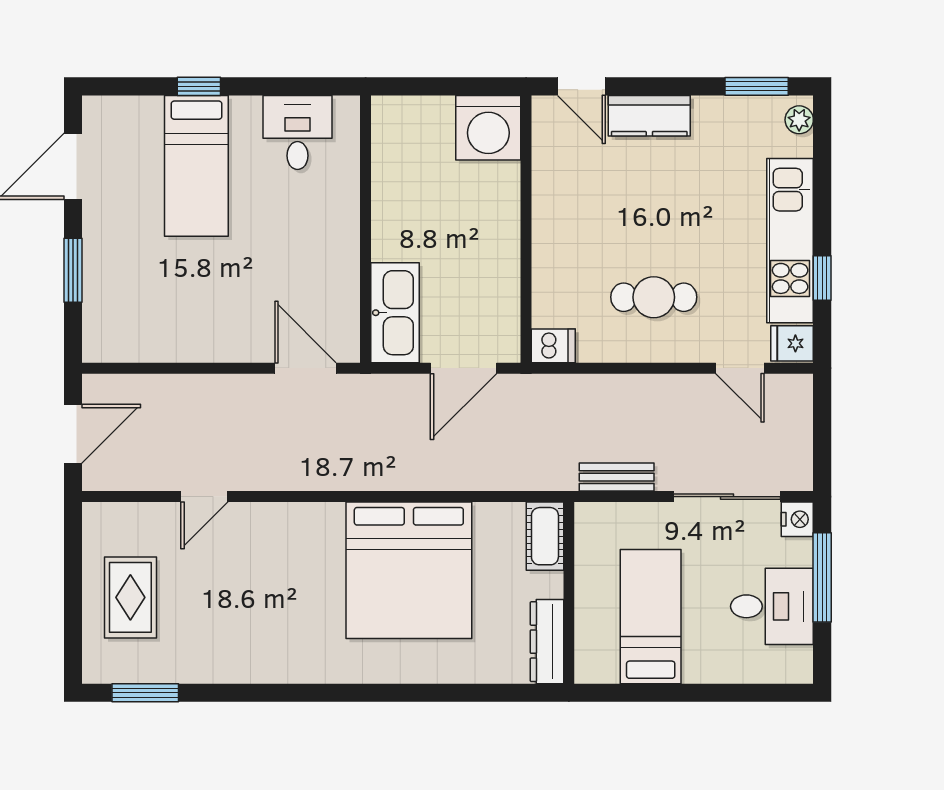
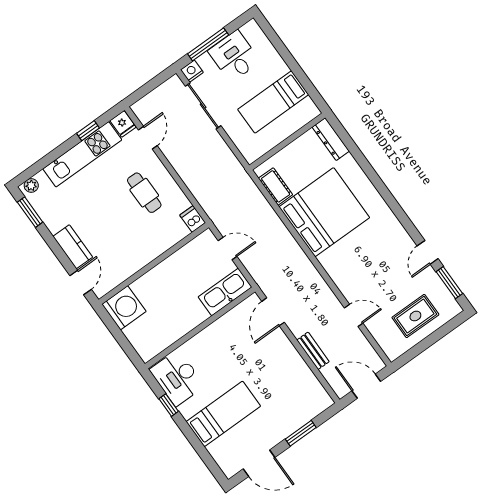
window: (199, 86) -> (169, 405), moved
desk: (297, 132) -> (177, 378), width x1.37
door: (463, 368) -> (228, 249), width x0.73
bench: (617, 477) -> (313, 351), moved
cot: (545, 536) -> (276, 186), moved, turned 90
dresser: (547, 642) -> (331, 139), moved, turned 90
door: (221, 693) -> (428, 252), added

